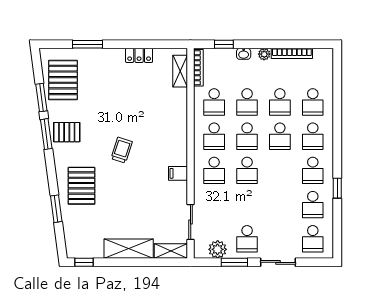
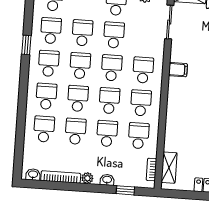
washbasin: (321, 54) -> (33, 175), added
bookcase: (198, 68) -> (151, 170), width x0.64
school desk: (280, 170) -> (80, 66), added
school desk: (247, 205) -> (114, 35), added
school desk: (280, 205) -> (82, 33), added

